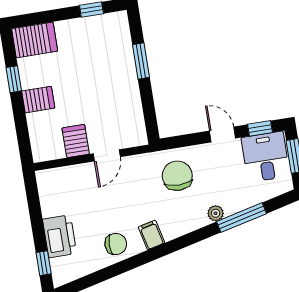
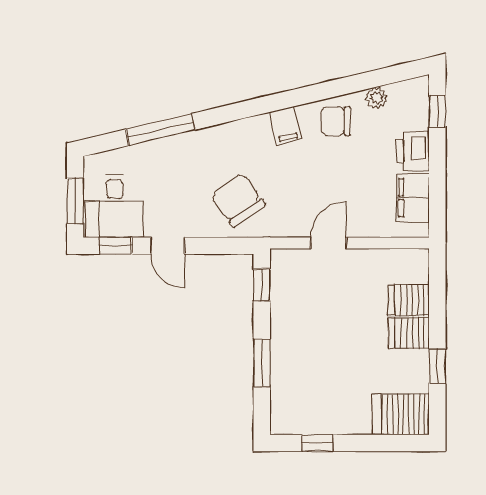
window: (150, 117) -> (262, 285), added
server rack: (76, 141) -> (409, 300), moved, turned 90
chair: (177, 176) -> (238, 200), turned 144
filing cabinet: (51, 198) -> (413, 198), added
plant: (216, 213) -> (376, 98), moved
printer: (60, 236) -> (413, 151), width x0.73, depth x0.84

